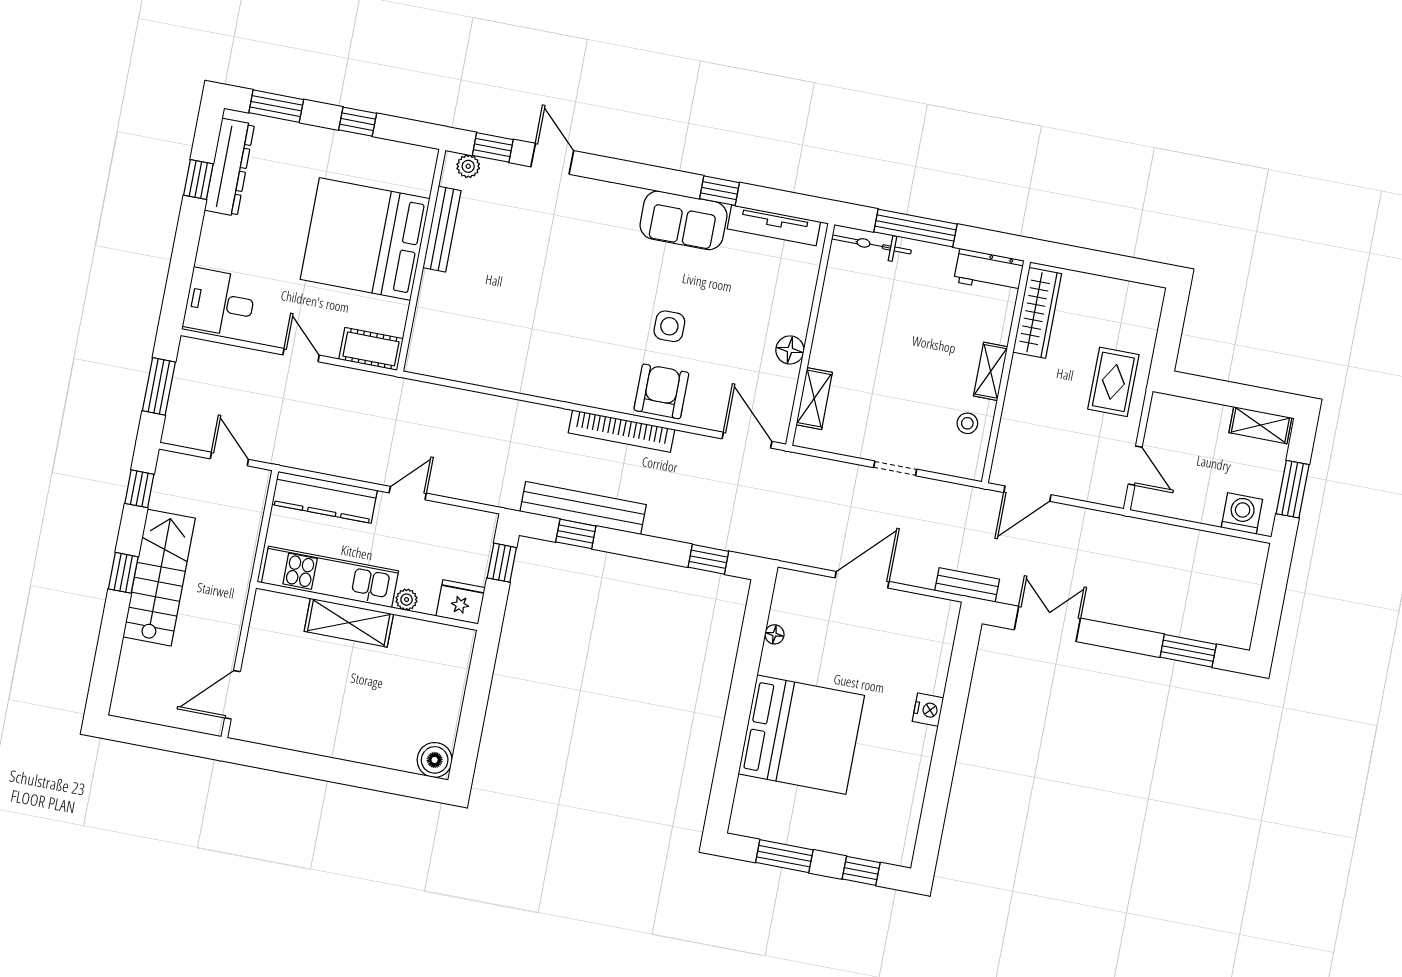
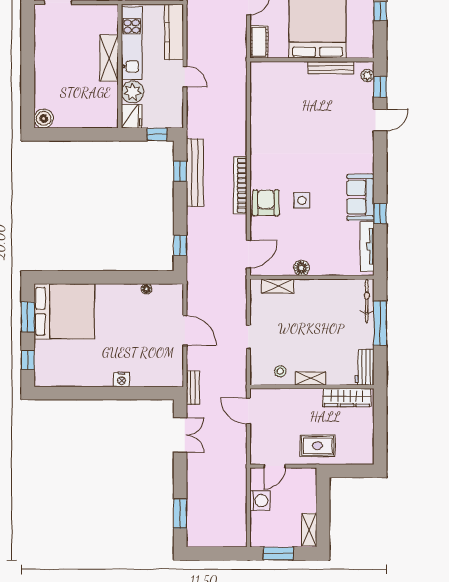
armchair: (661, 391) -> (266, 203), turned -90
washing machine: (1242, 513) -> (260, 501), moved
plant: (407, 600) -> (132, 92), width x1.88, depth x1.88
bed: (801, 735) -> (64, 311), moved, turned -90

